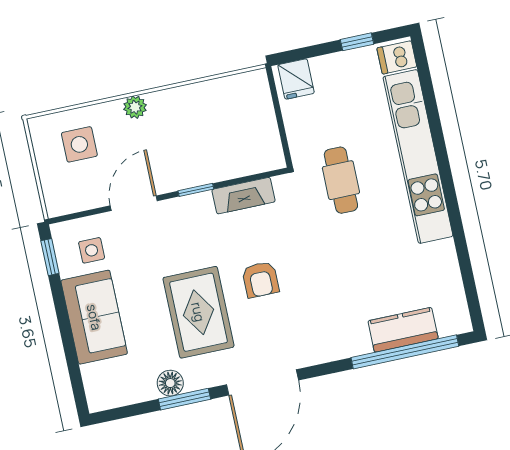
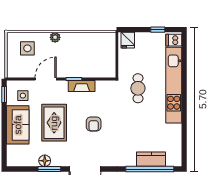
fireplace: (244, 196) -> (82, 86), moved
rug: (198, 312) -> (54, 123), moved

